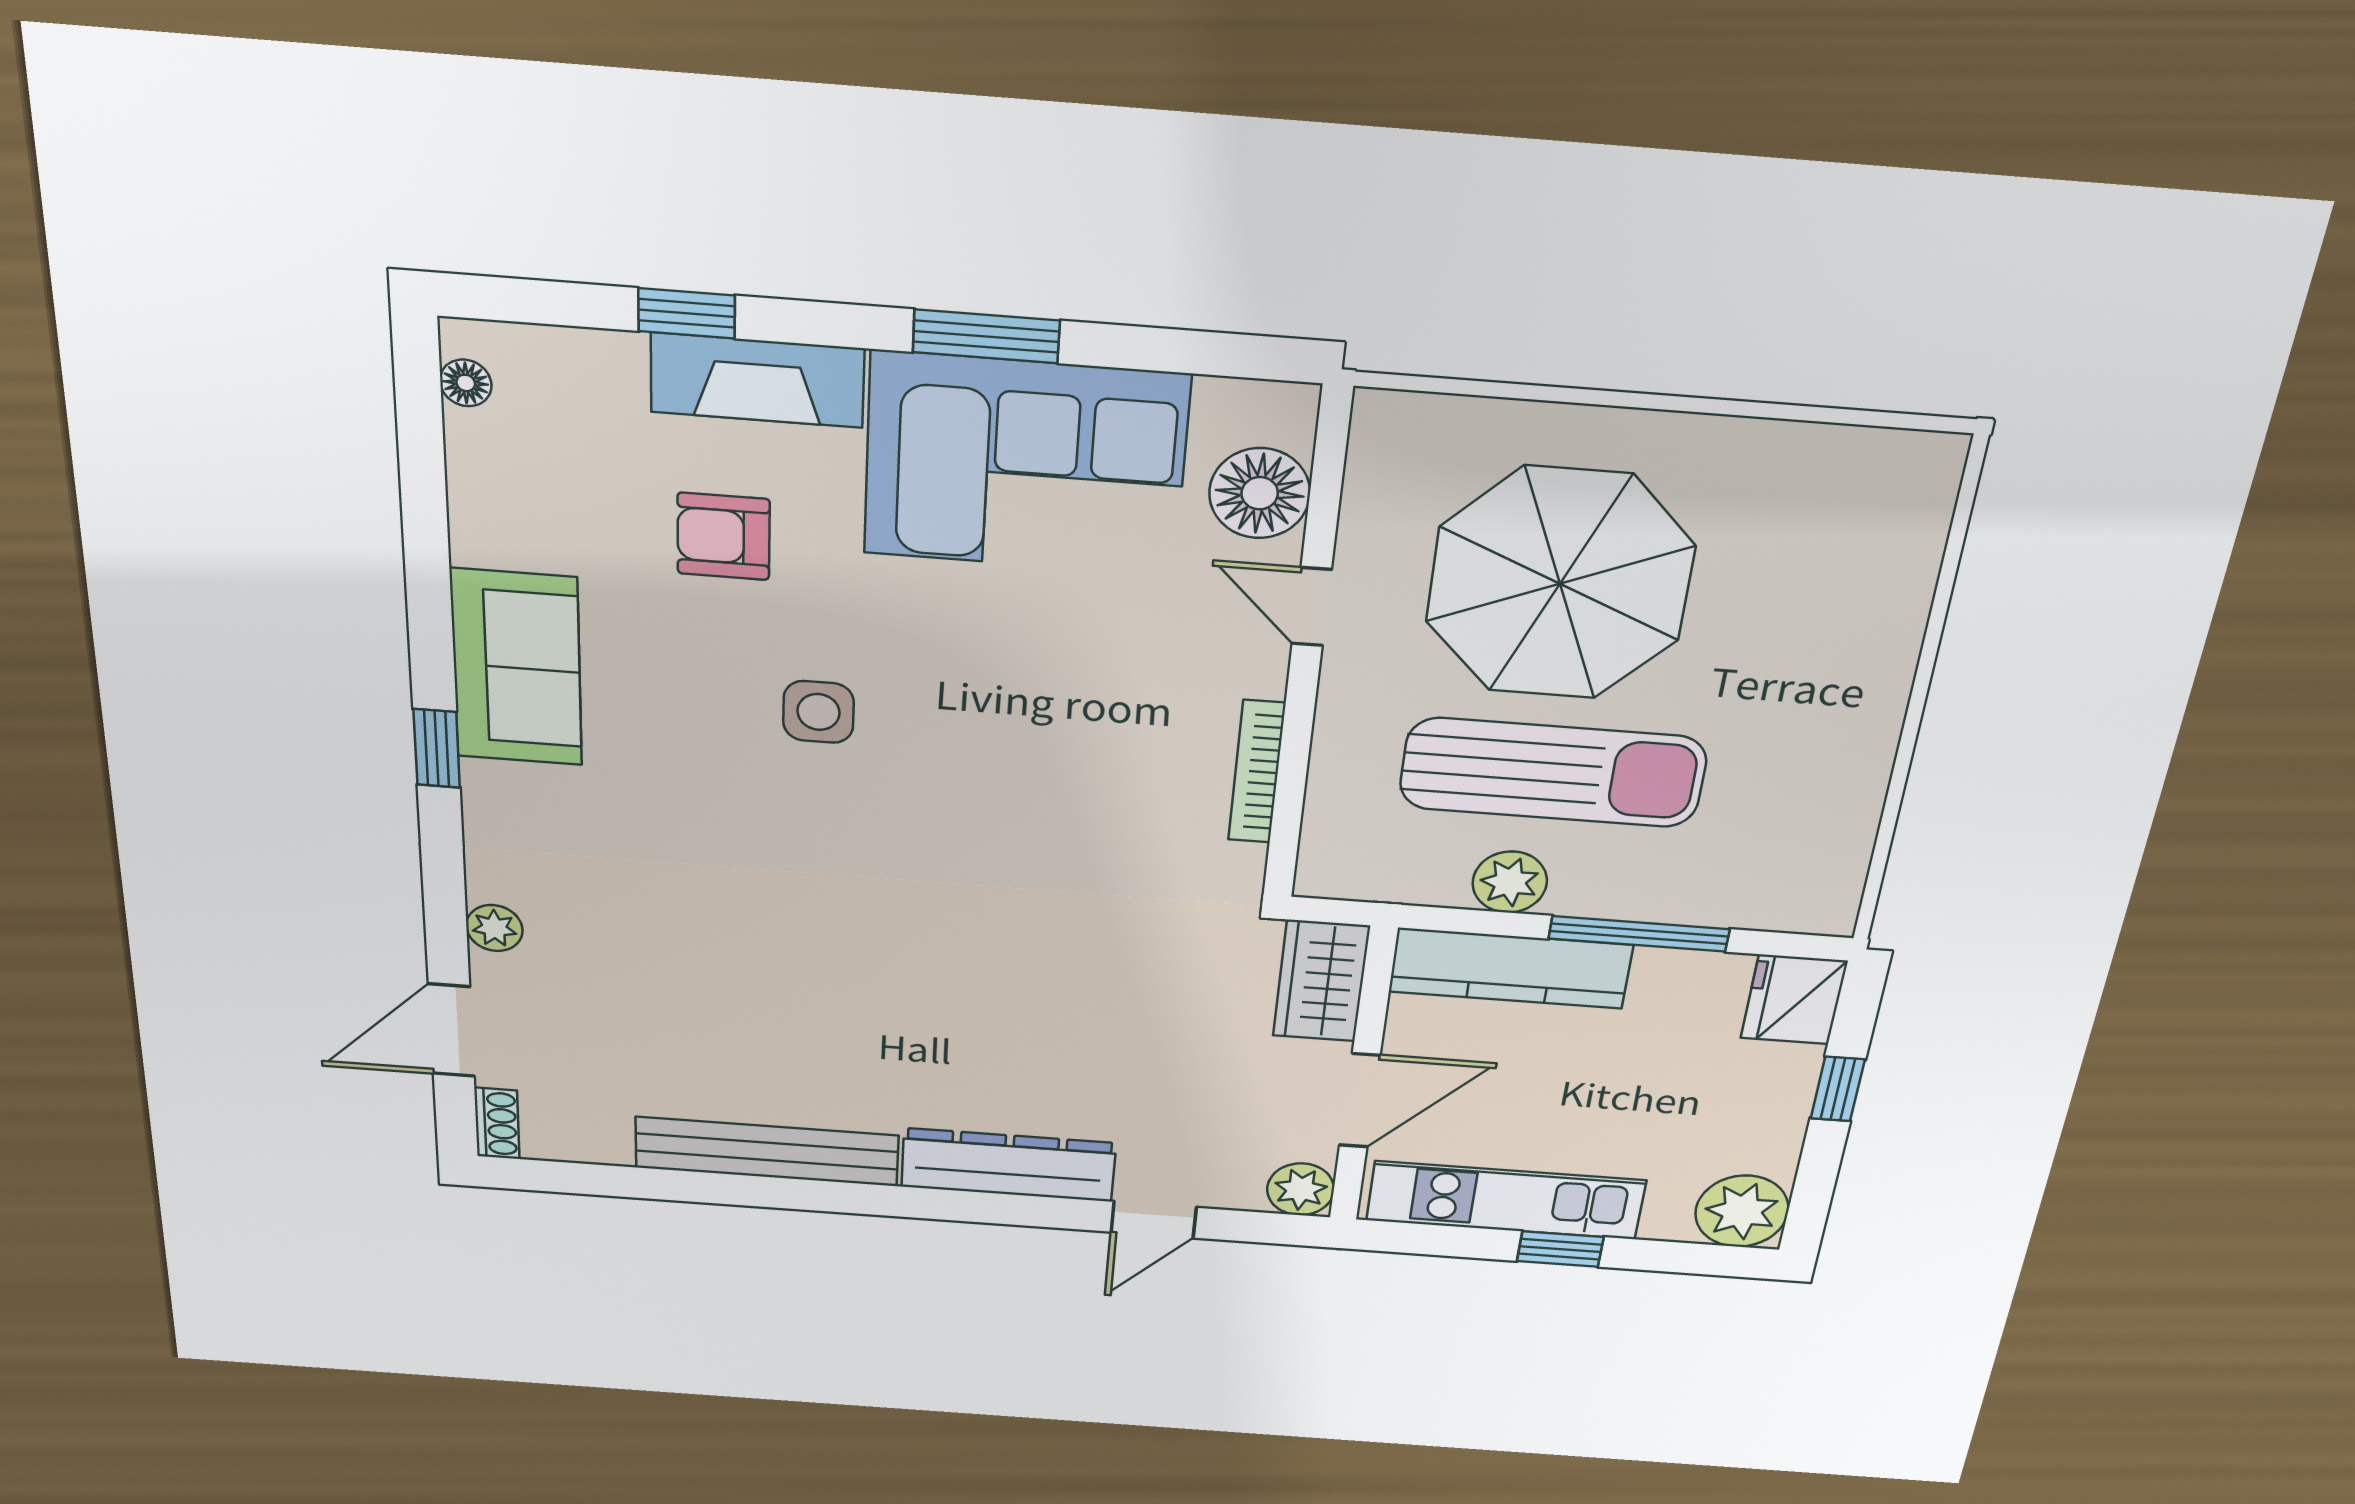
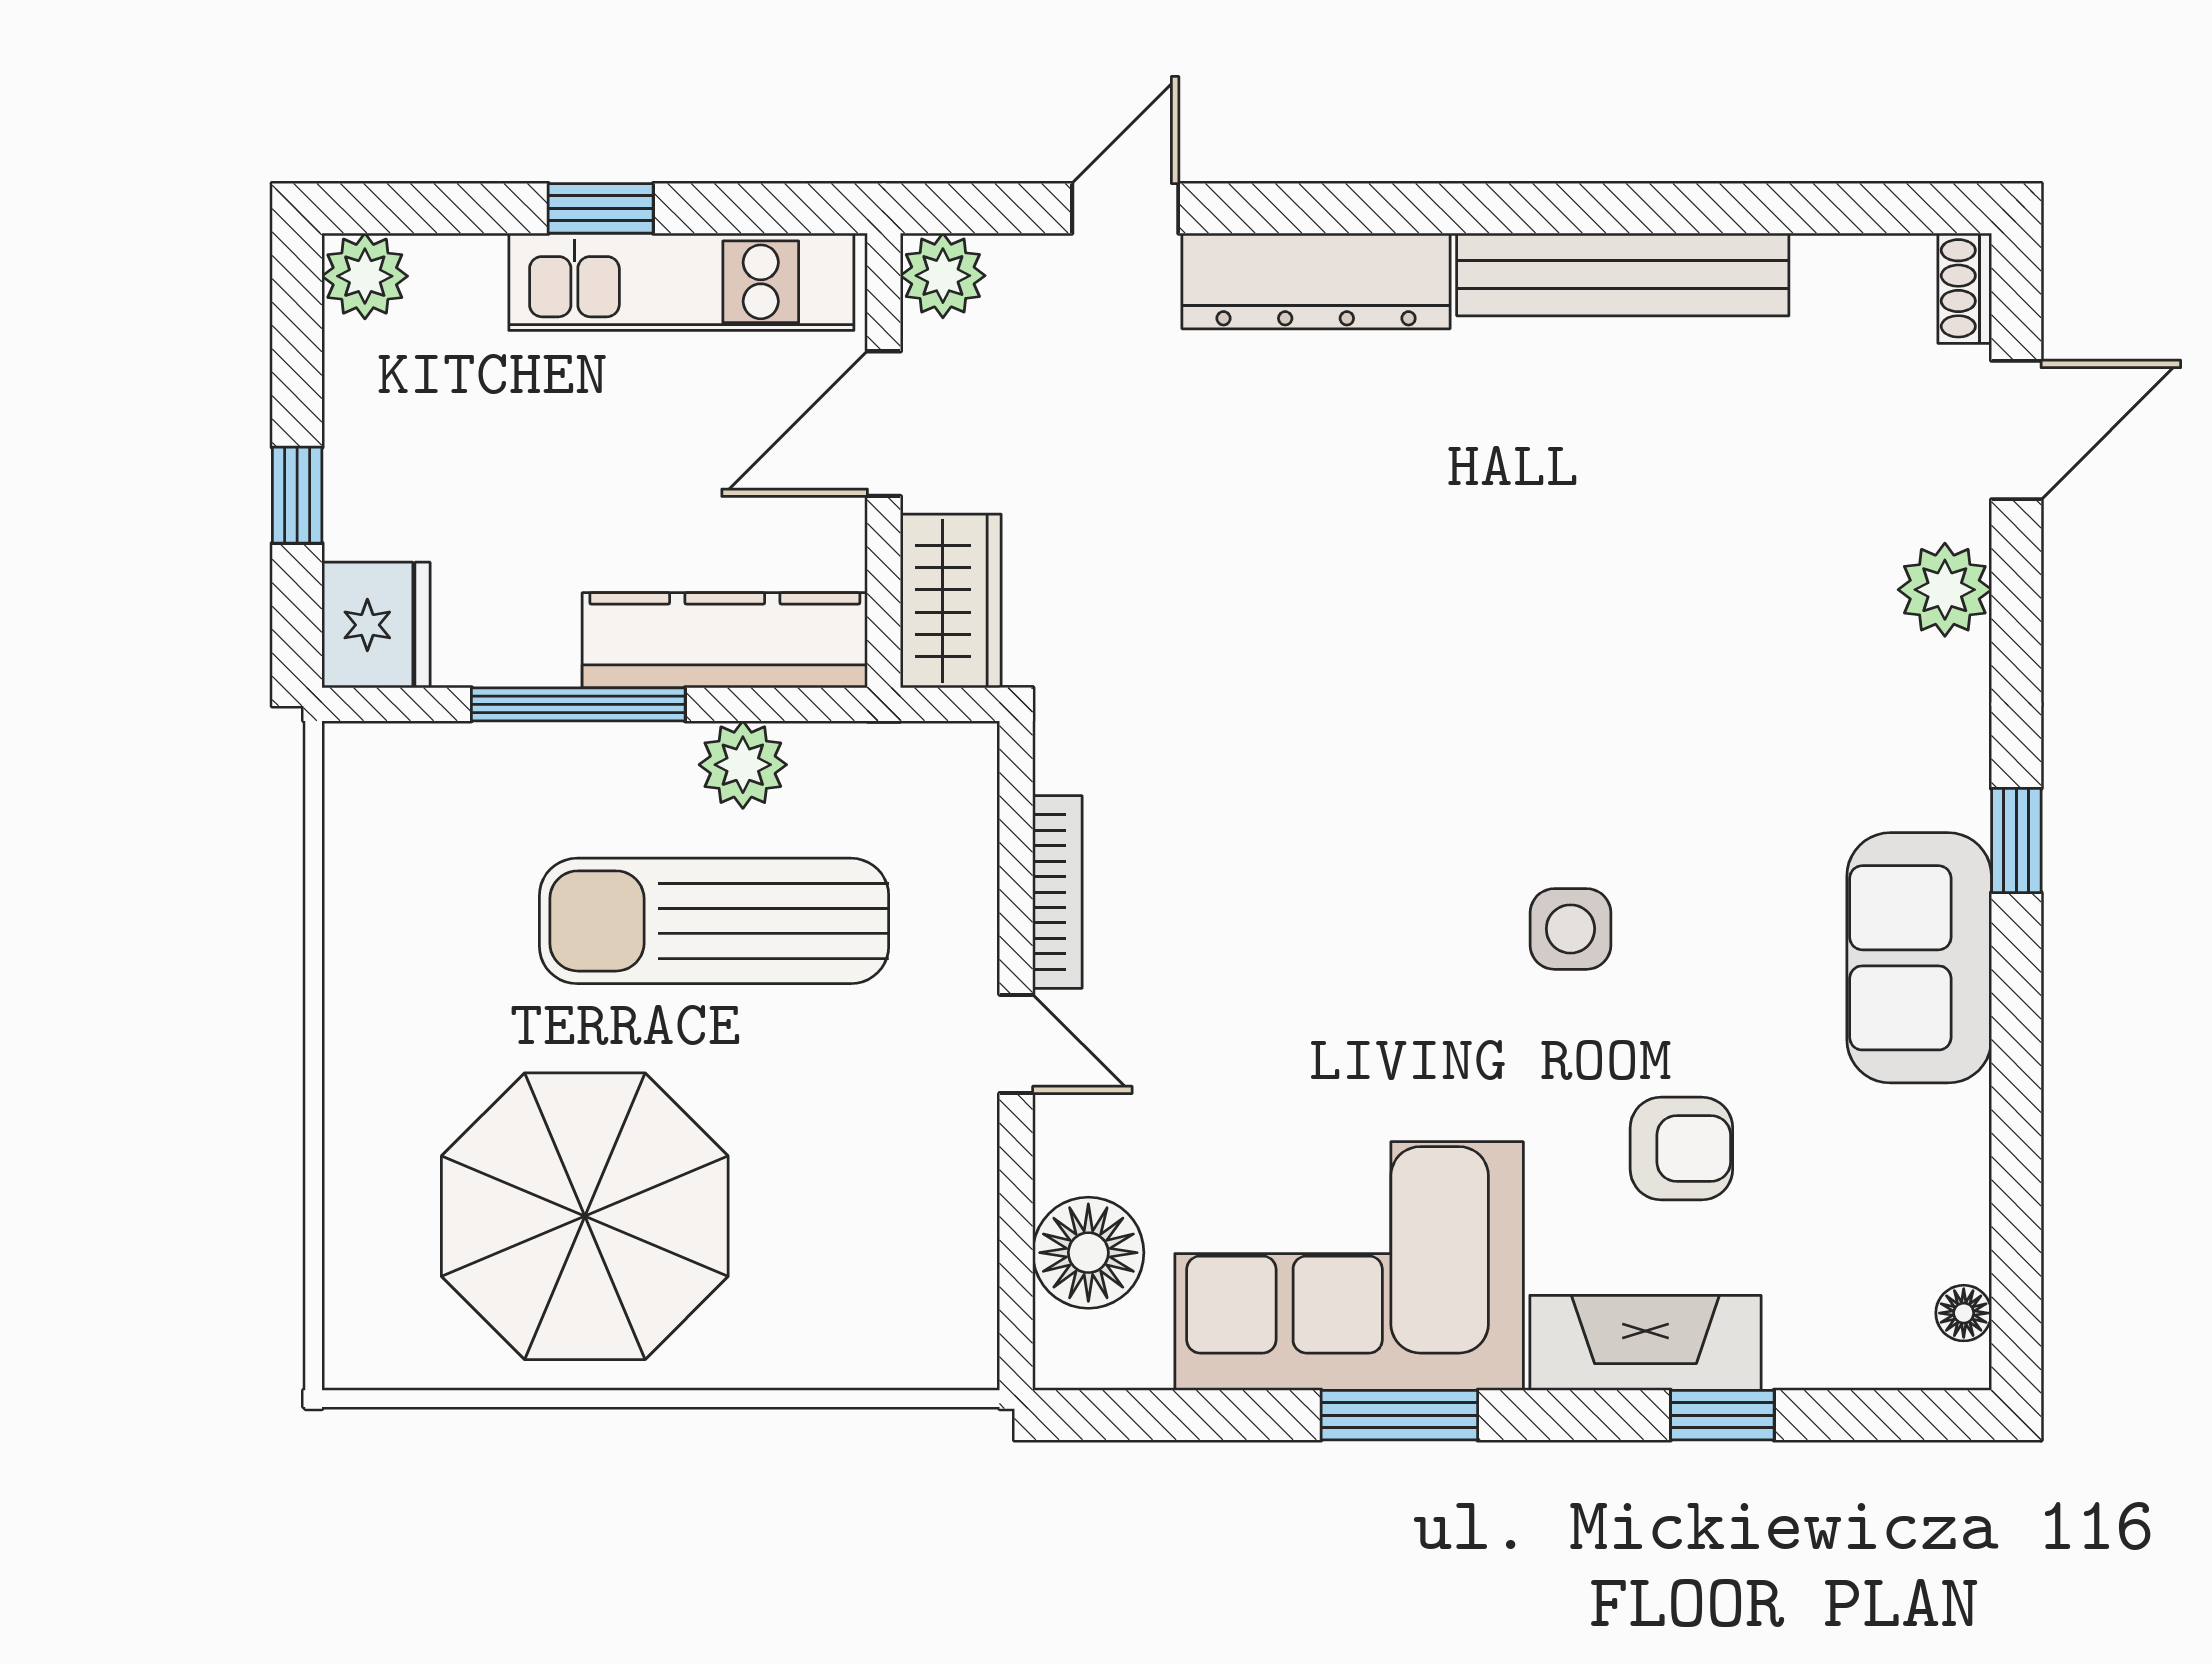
parasol: (1560, 584) -> (585, 1216), moved
door: (1312, 607) -> (1016, 1044), moved
plant: (494, 928) -> (1945, 590), width x1.38, depth x1.38
plant: (1742, 1211) -> (365, 276), width x0.73, depth x0.73

